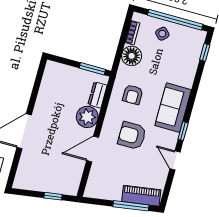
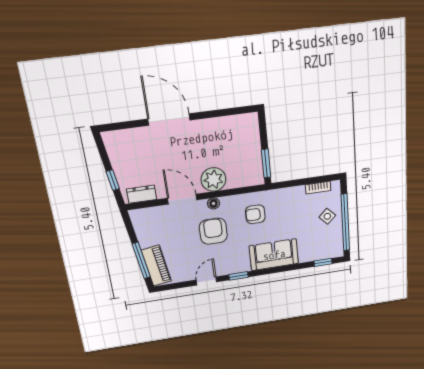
floor lamp: (132, 56) -> (214, 203), moved, width x0.53, depth x0.53
dresser: (97, 95) -> (142, 194), moved
sofa: (173, 108) -> (274, 255), moved

